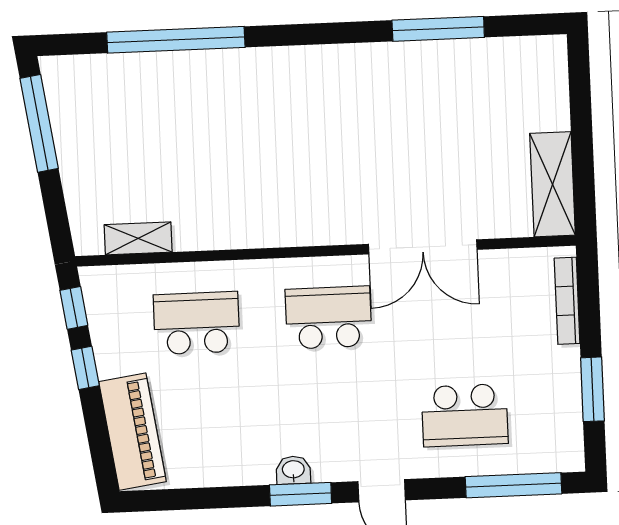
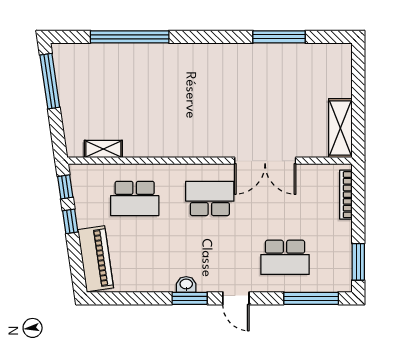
school desk: (197, 323) -> (135, 198), turned 180
window: (592, 389) -> (358, 262), moved

